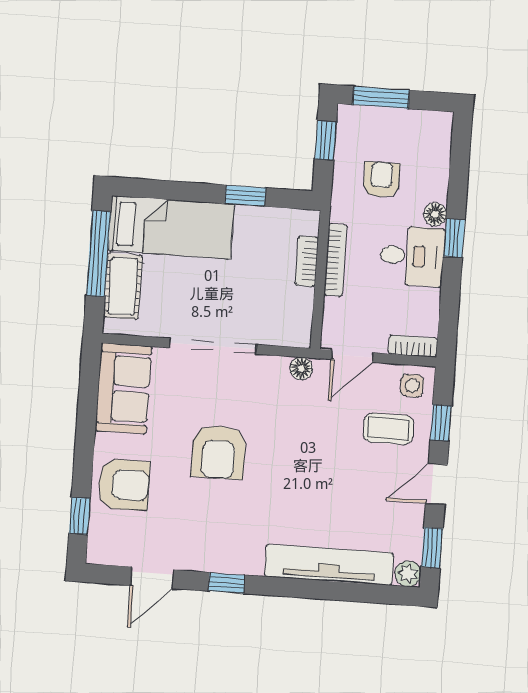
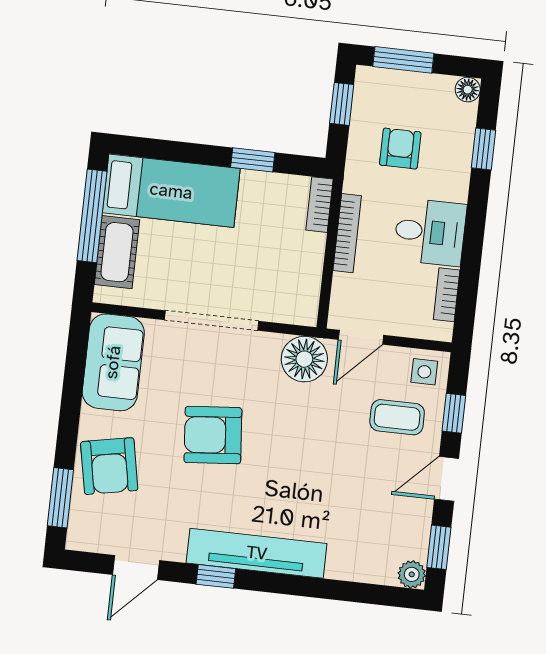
floor lamp: (435, 214) -> (468, 90), moved
window: (454, 238) -> (484, 149), moved
bookcase: (307, 261) -> (319, 205), moved
bookcase: (413, 346) -> (447, 295), moved, turned -90
floor lamp: (301, 368) -> (304, 359), width x1.89, depth x1.89
armchair: (219, 452) -> (213, 435), turned 85
armchair: (124, 485) -> (109, 466), turned 79
window: (80, 516) -> (60, 498), width x1.50
tv unit: (329, 565) -> (257, 553), moved

